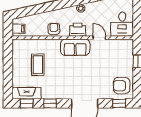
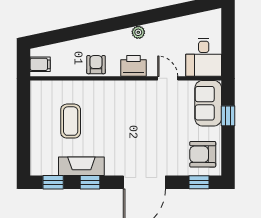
sofa: (75, 47) -> (208, 103), moved, turned 90
fireplace: (27, 93) -> (81, 166), moved

